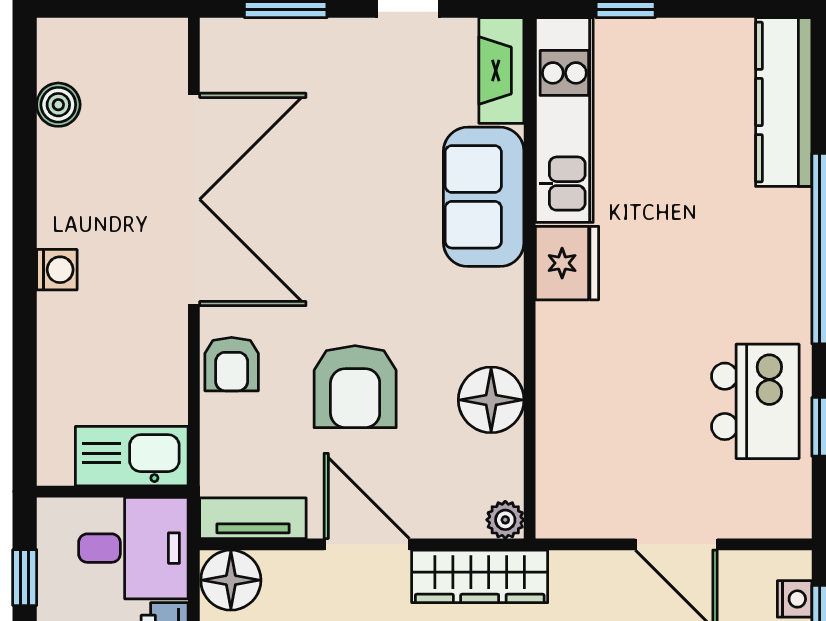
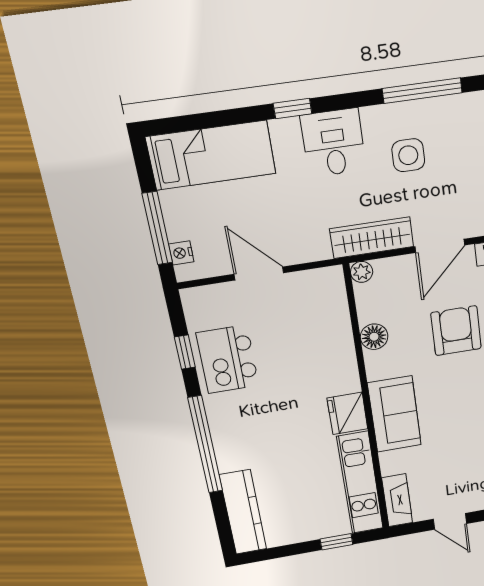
sofa: (484, 197) -> (395, 414), moved
floor lamp: (491, 400) -> (374, 337), width x0.73, depth x0.73
door: (367, 544) -> (440, 246), hinge flipped

